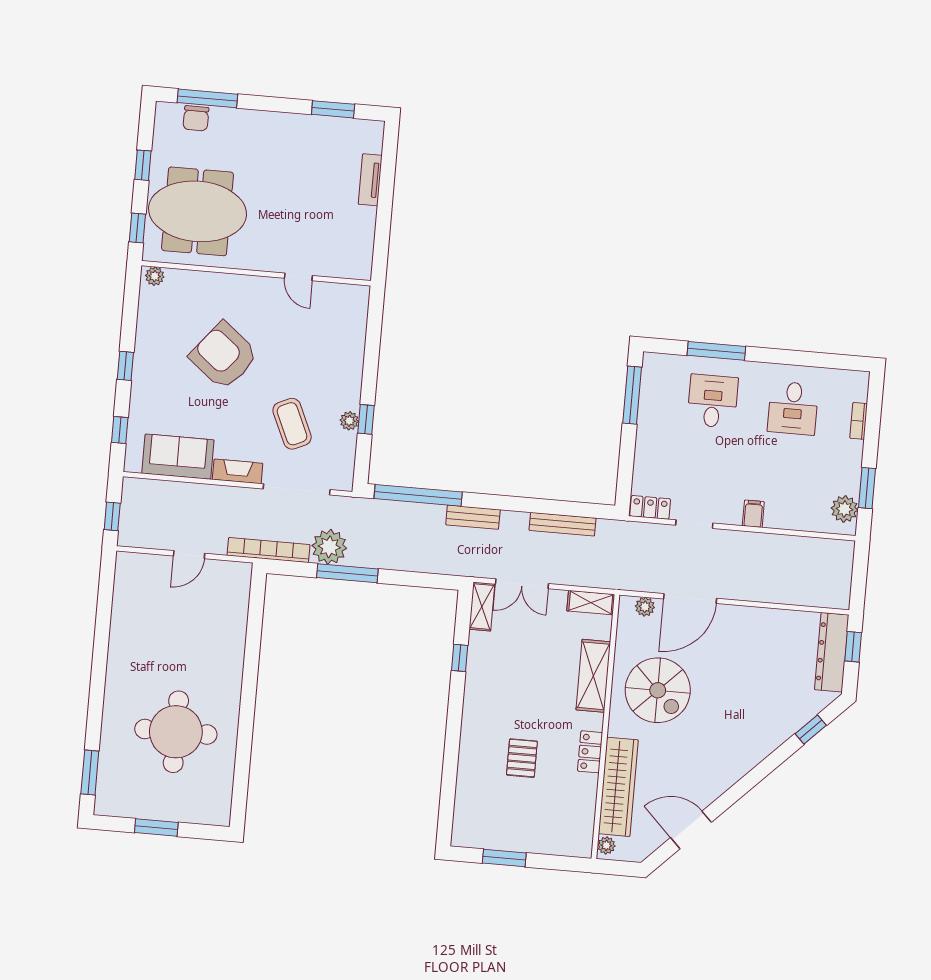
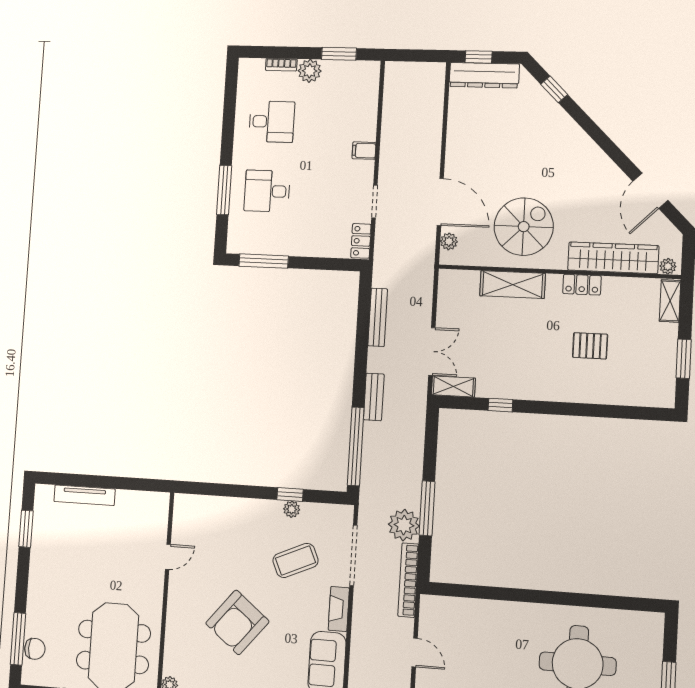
tv unit: (370, 180) -> (85, 495), width x1.41
plant: (844, 509) -> (310, 71), moved
shelving: (591, 603) -> (670, 301), moved

